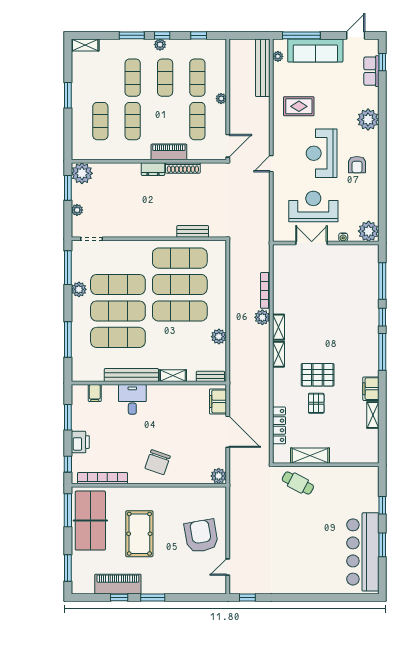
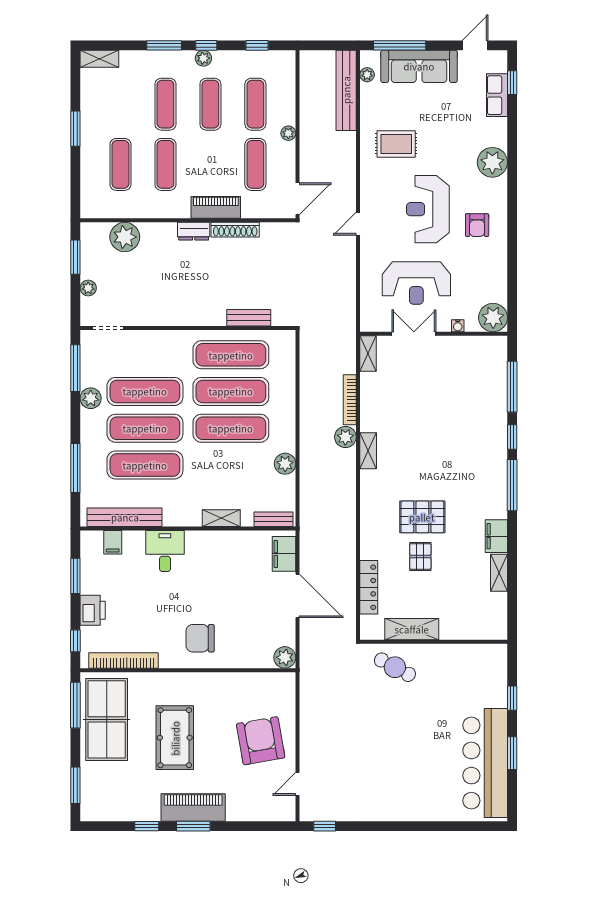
plant: (82, 173) -> (125, 237), moved
reception desk: (313, 206) -> (416, 283), turned 180
shelving: (278, 354) -> (368, 354), moved
bench: (131, 375) -> (125, 517), moved
chair: (158, 462) -> (200, 638), turned 71
piano: (118, 584) -> (193, 808), moved

